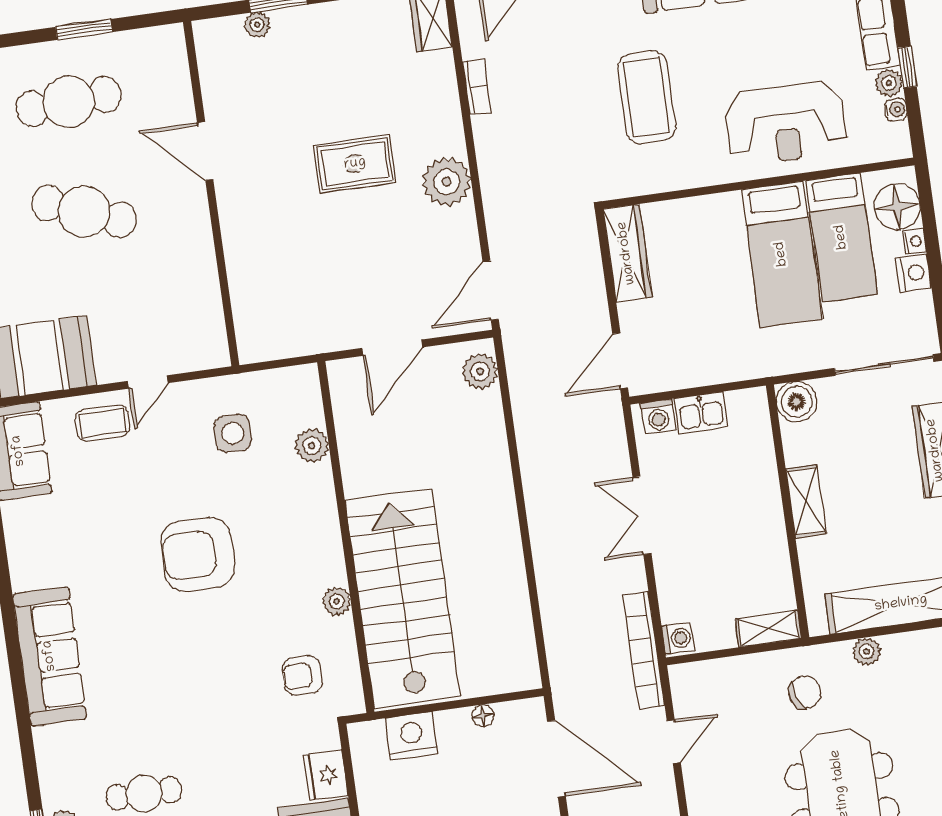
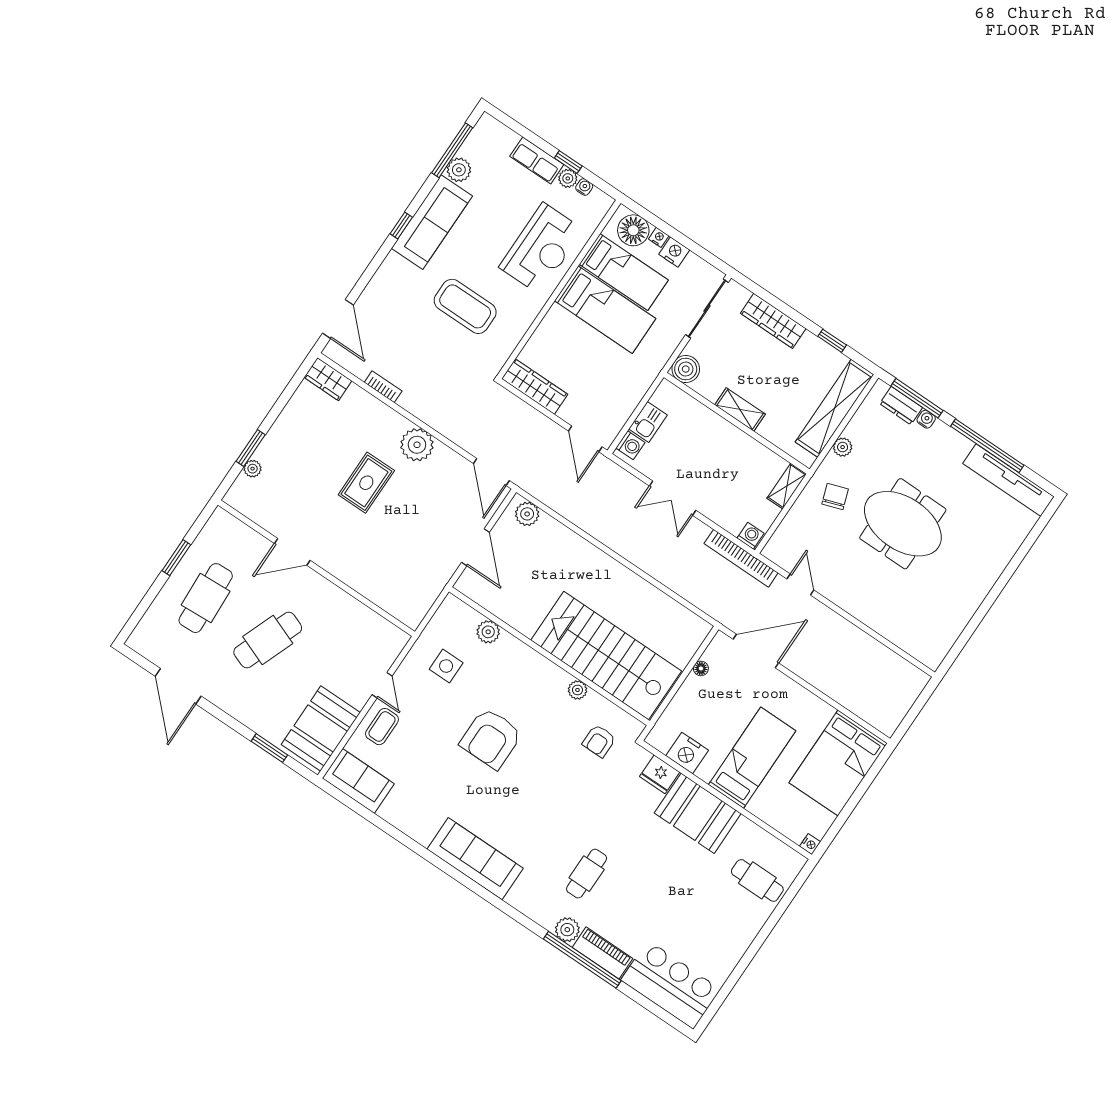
nightstand: (412, 736) -> (687, 753), moved, turned -90

